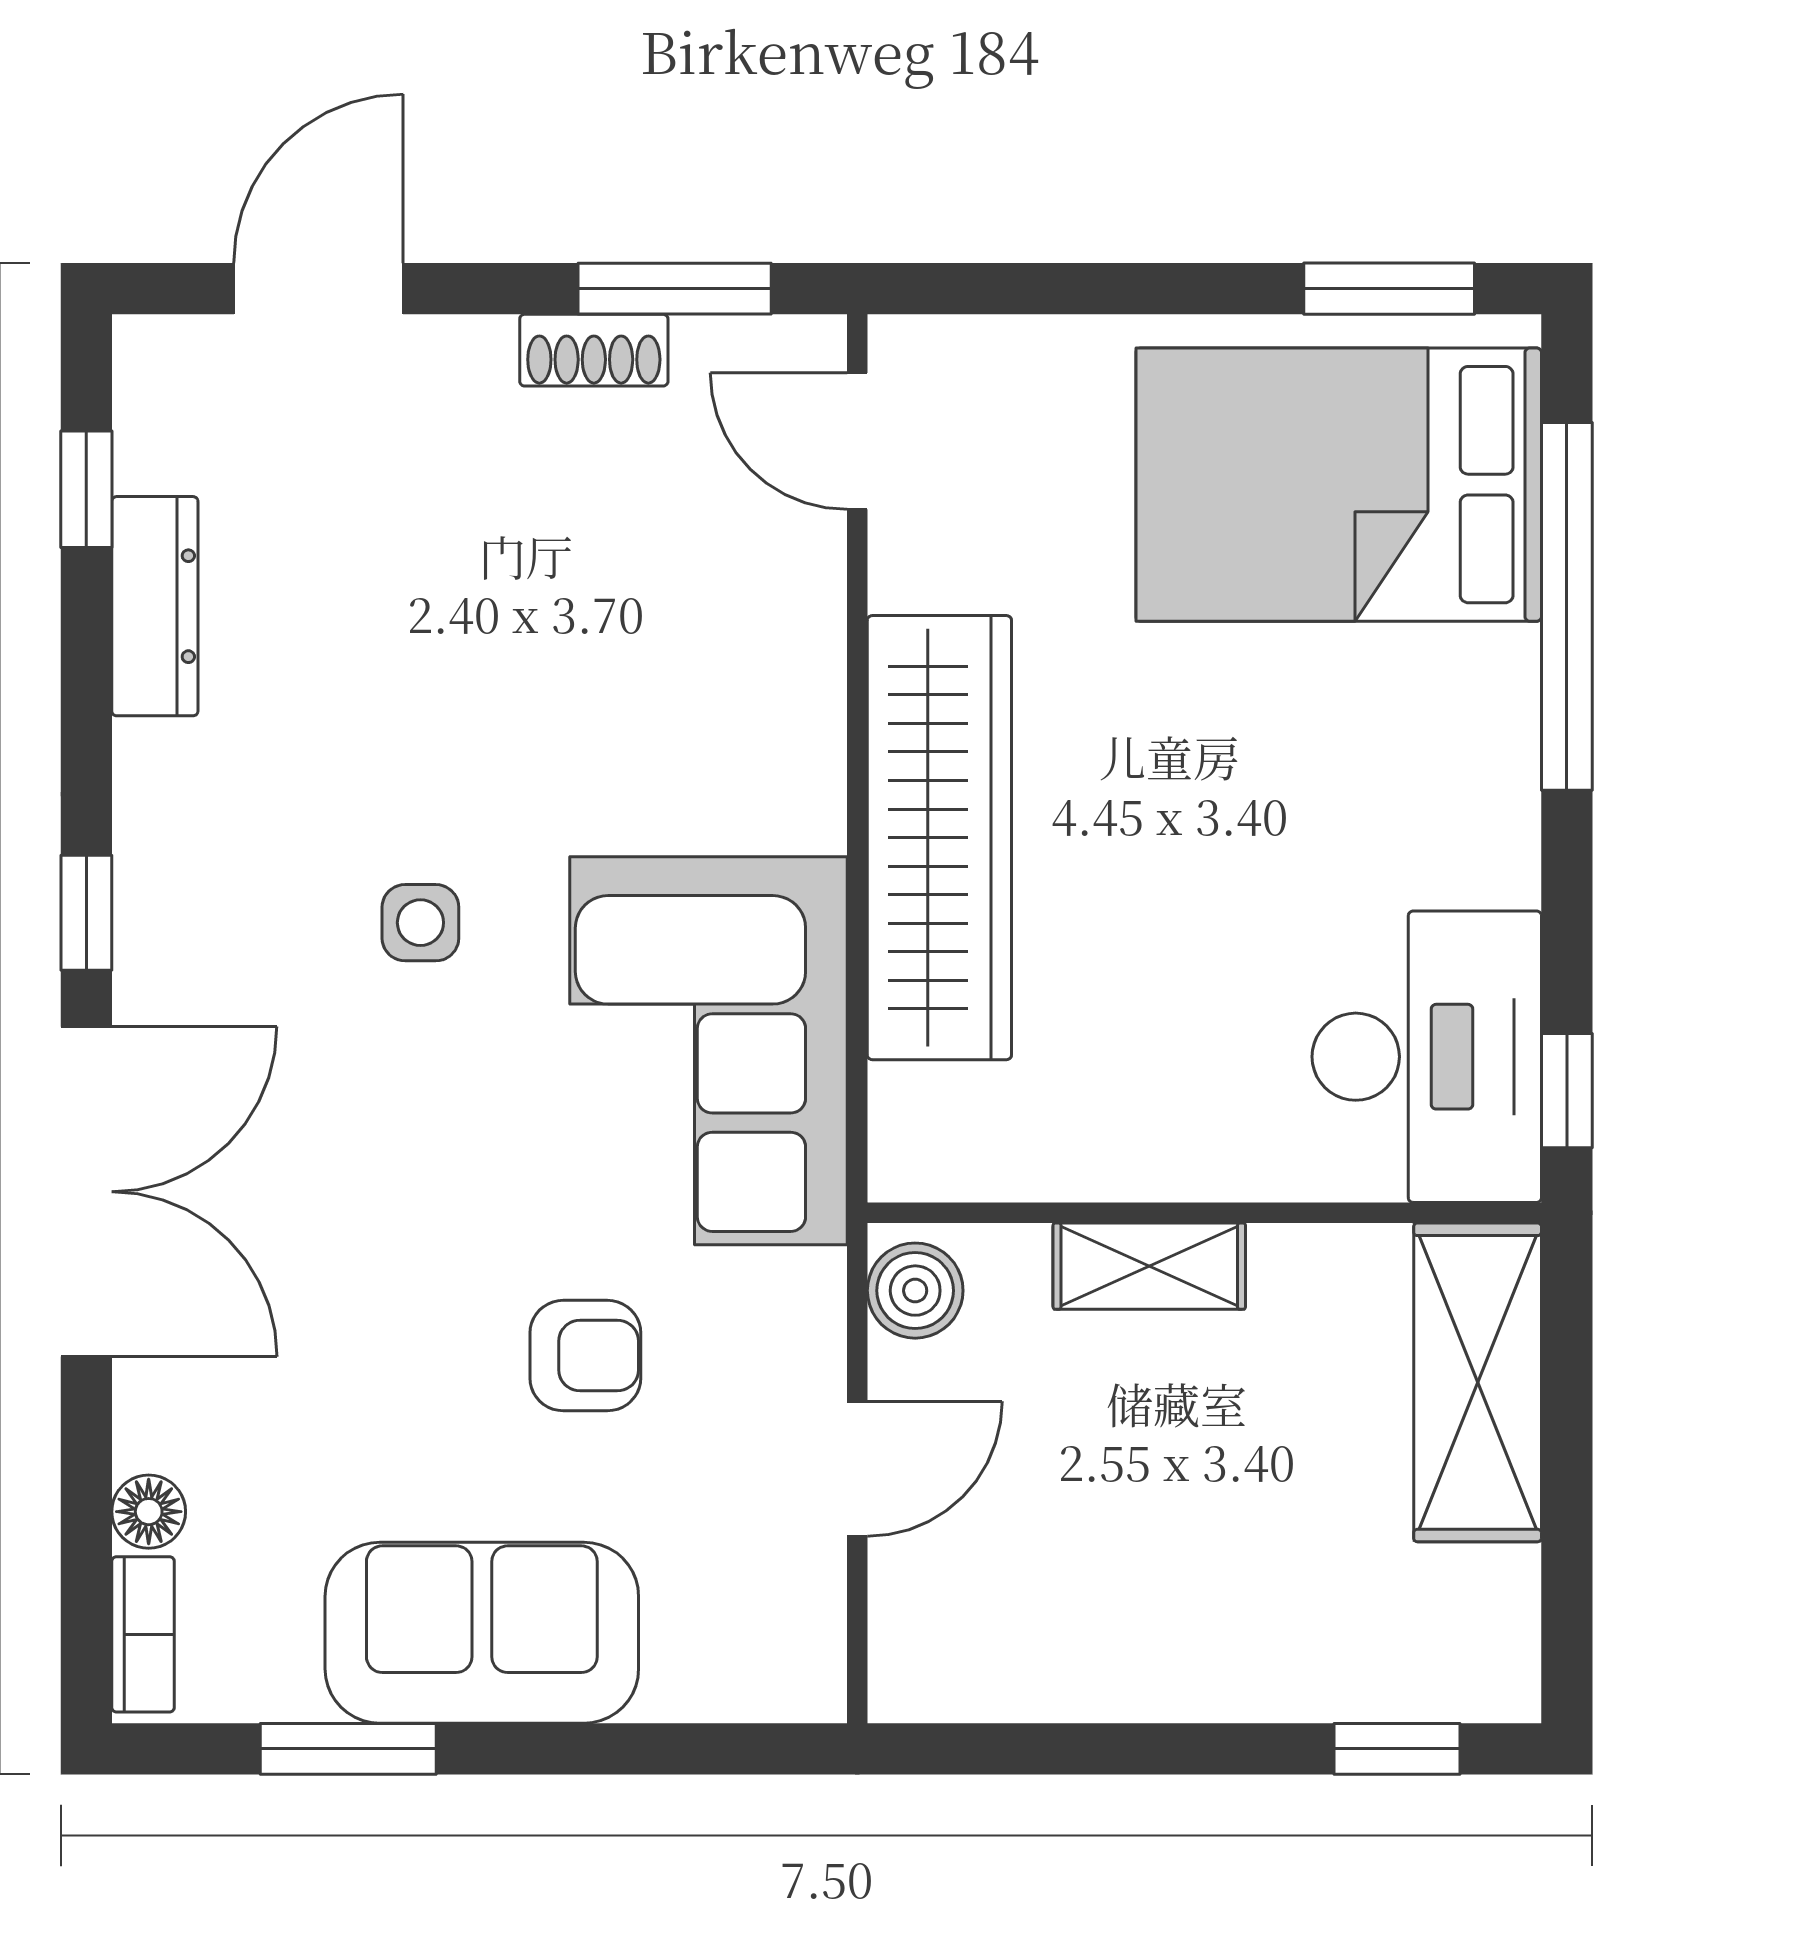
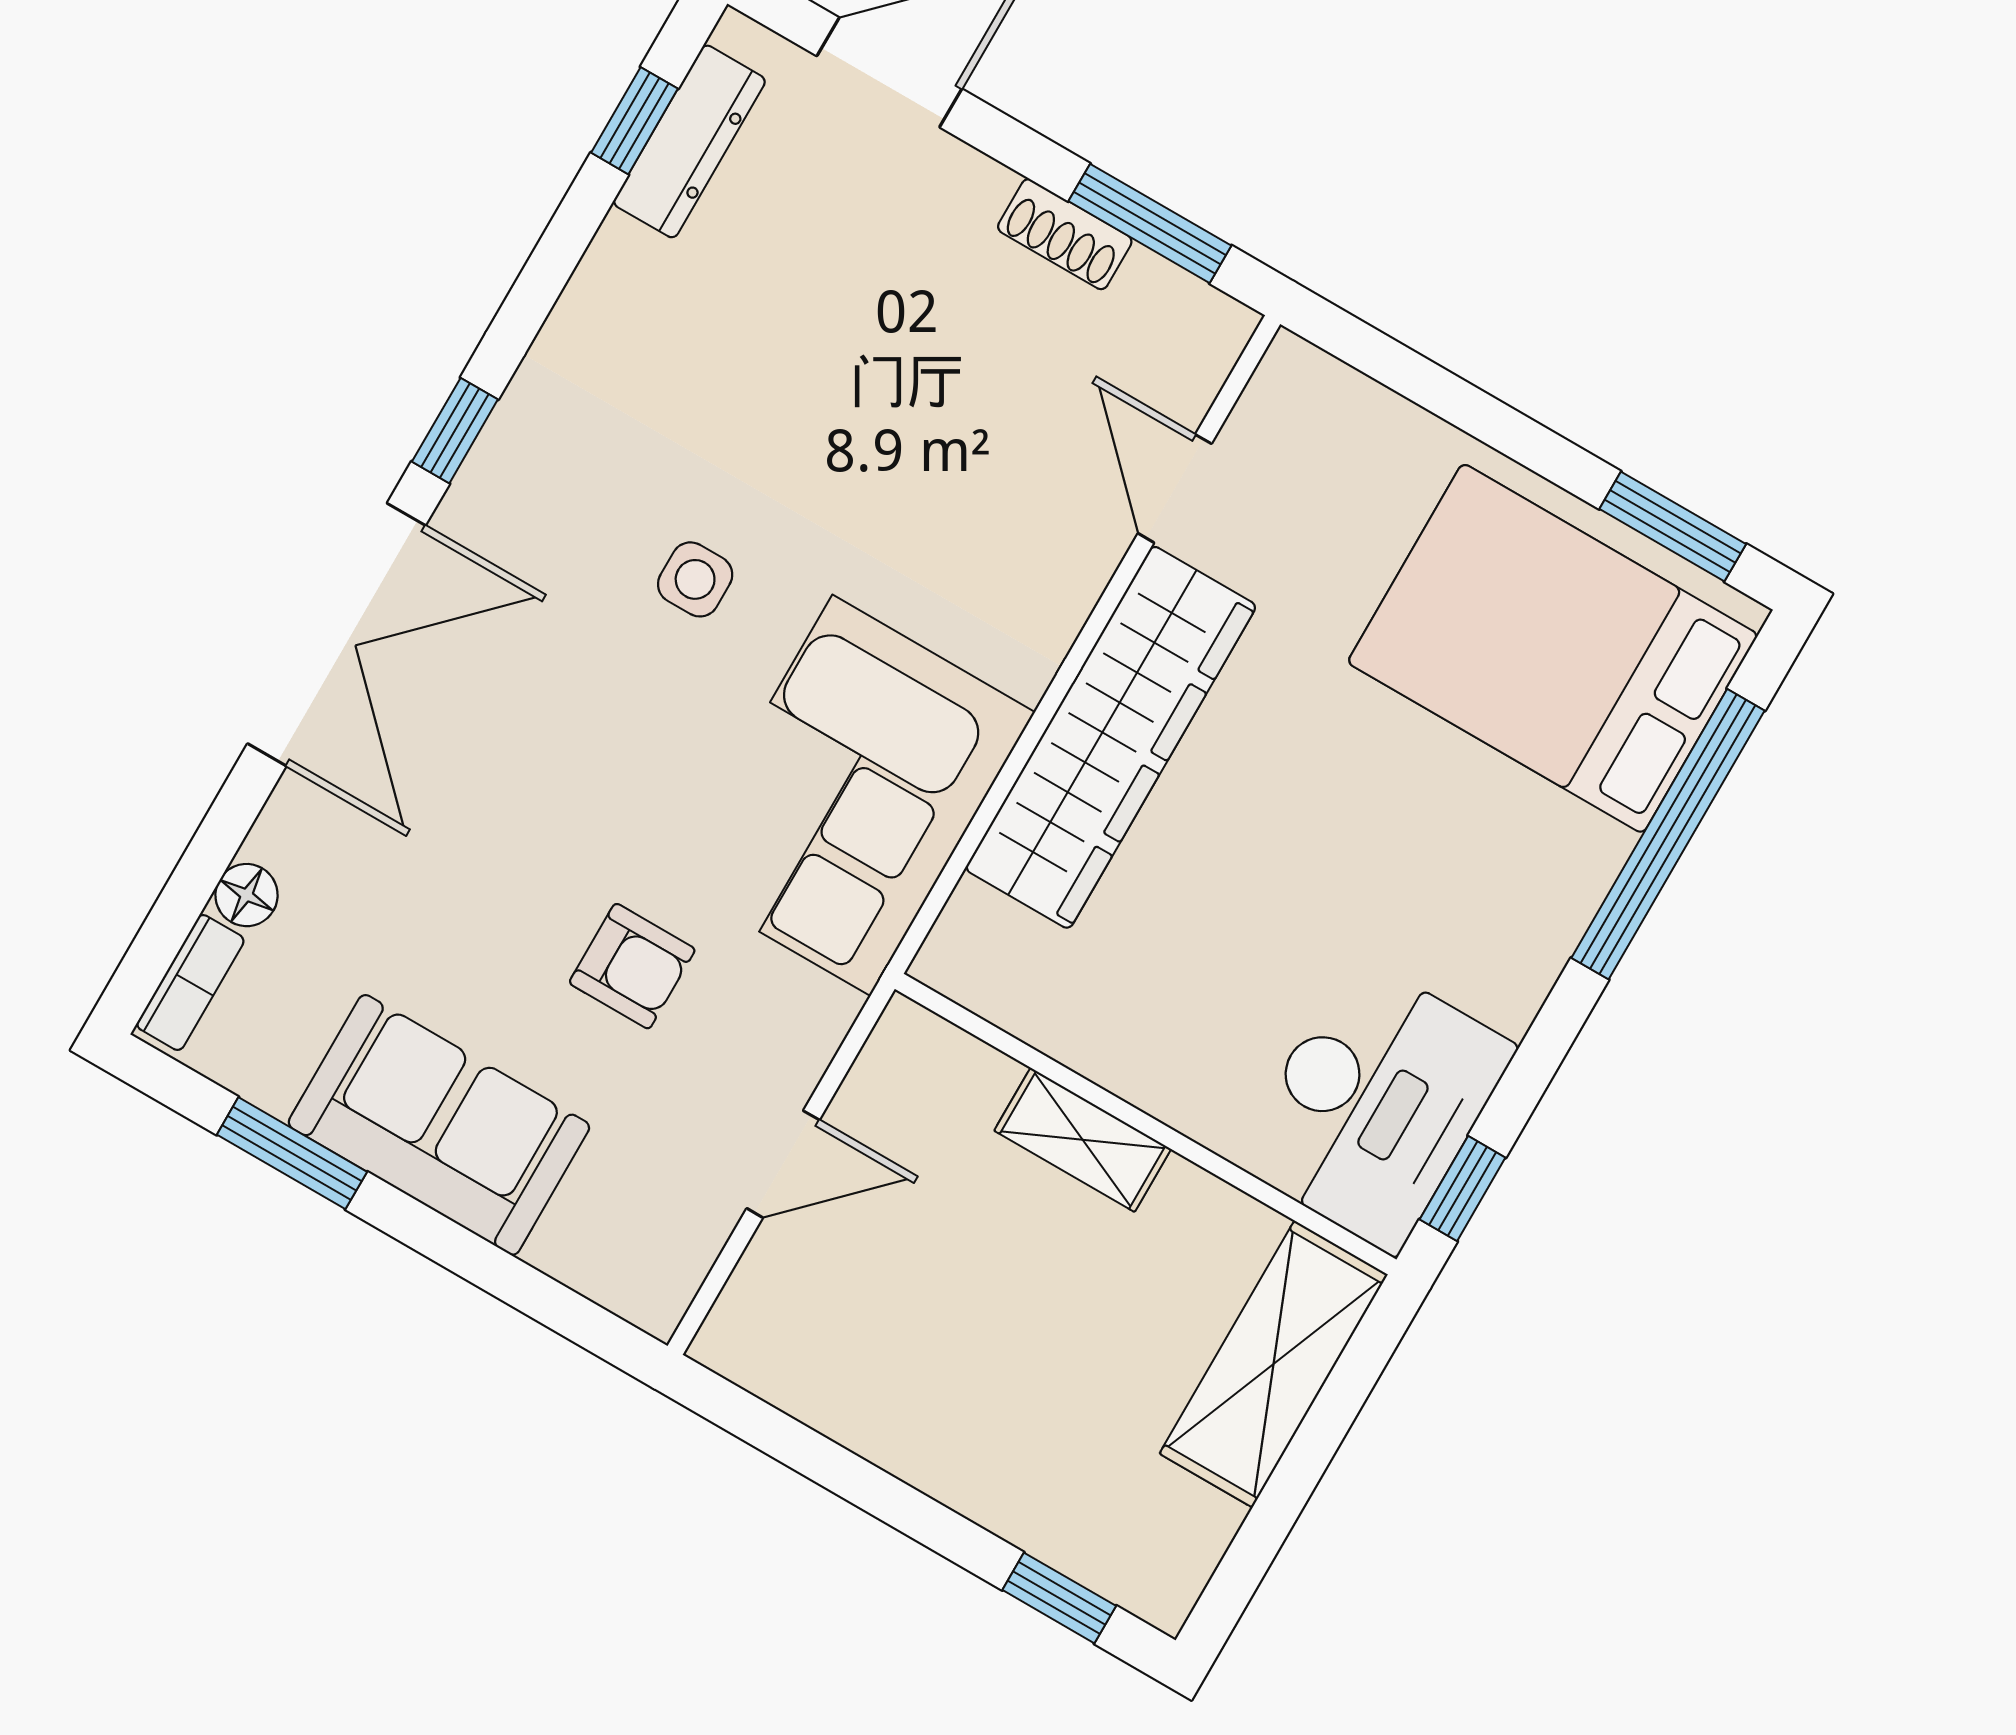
door: (857, 441) -> (1175, 489), moved
dresser: (155, 606) -> (689, 141), moved
boiler: (915, 1291) -> (901, 1058), removed

